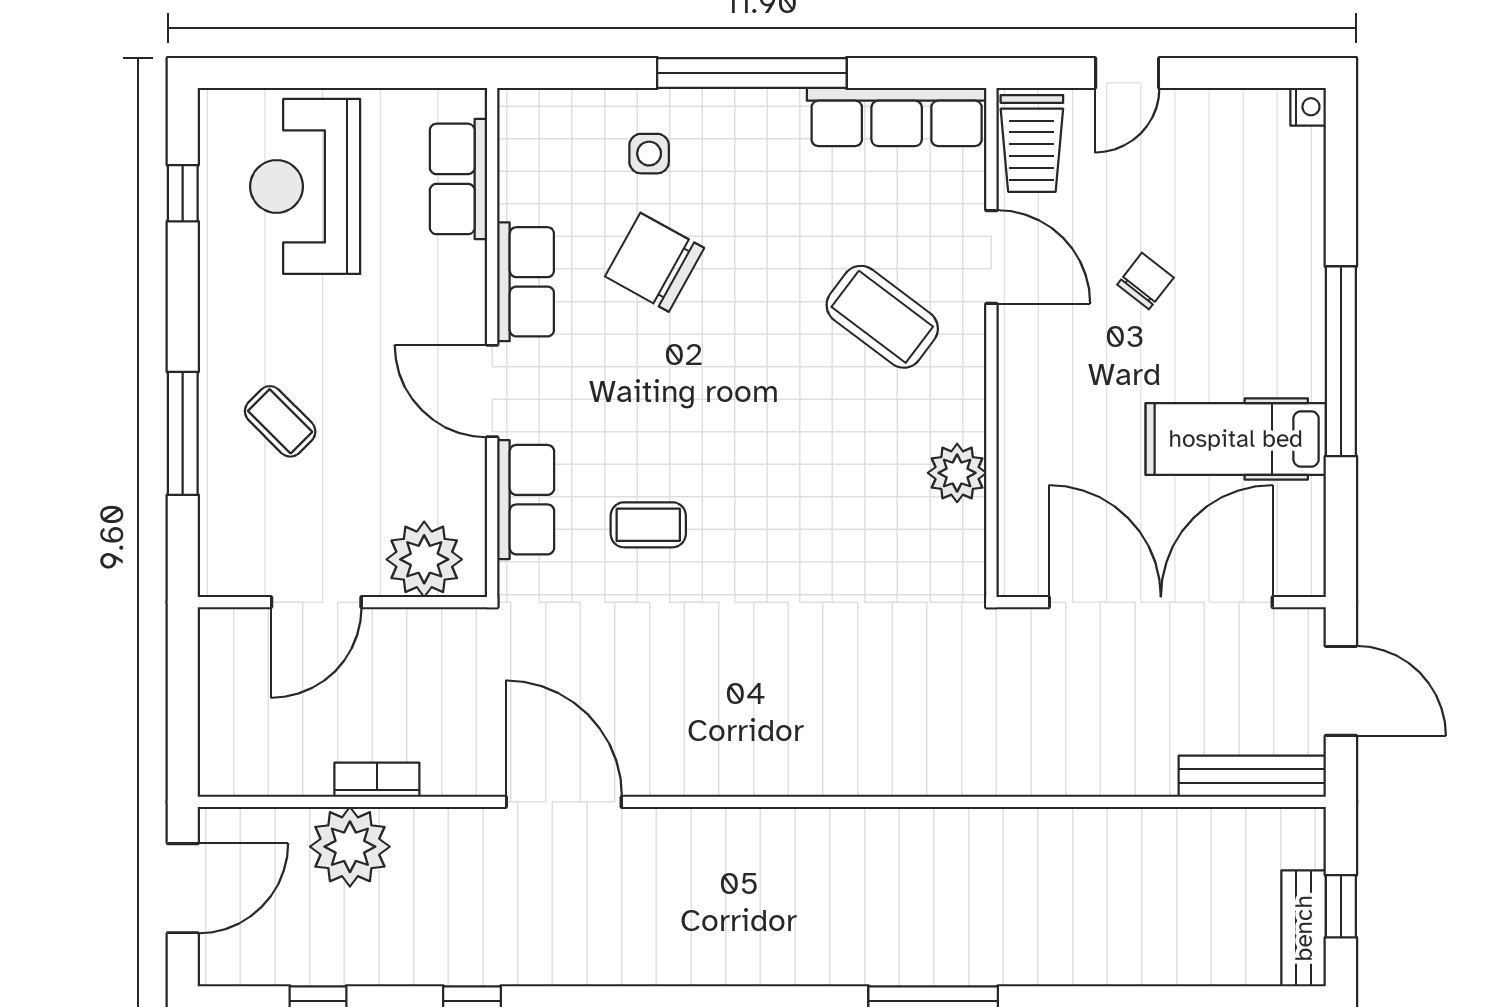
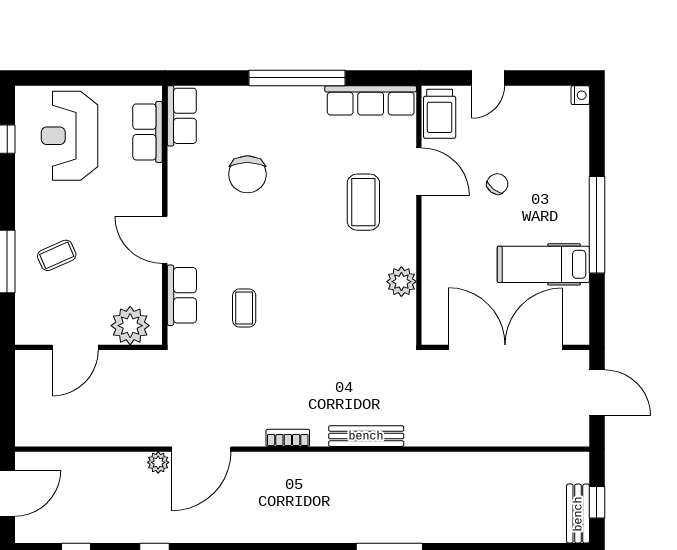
side table: (649, 154) -> (245, 119), removed
chair: (655, 262) -> (247, 174), turned -119
row of seats: (526, 282) -> (182, 116), moved
coffee table: (882, 317) -> (363, 202), turned 53
coffee table: (280, 421) -> (57, 255), turned -69
coffee table: (648, 525) -> (244, 308), turned 90
bench: (1252, 776) -> (366, 436), moved
bookcase: (377, 780) -> (288, 438), moved
door: (564, 802) -> (201, 449), swing flipped
plant: (350, 847) -> (158, 462), moved, width x0.53, depth x0.53

